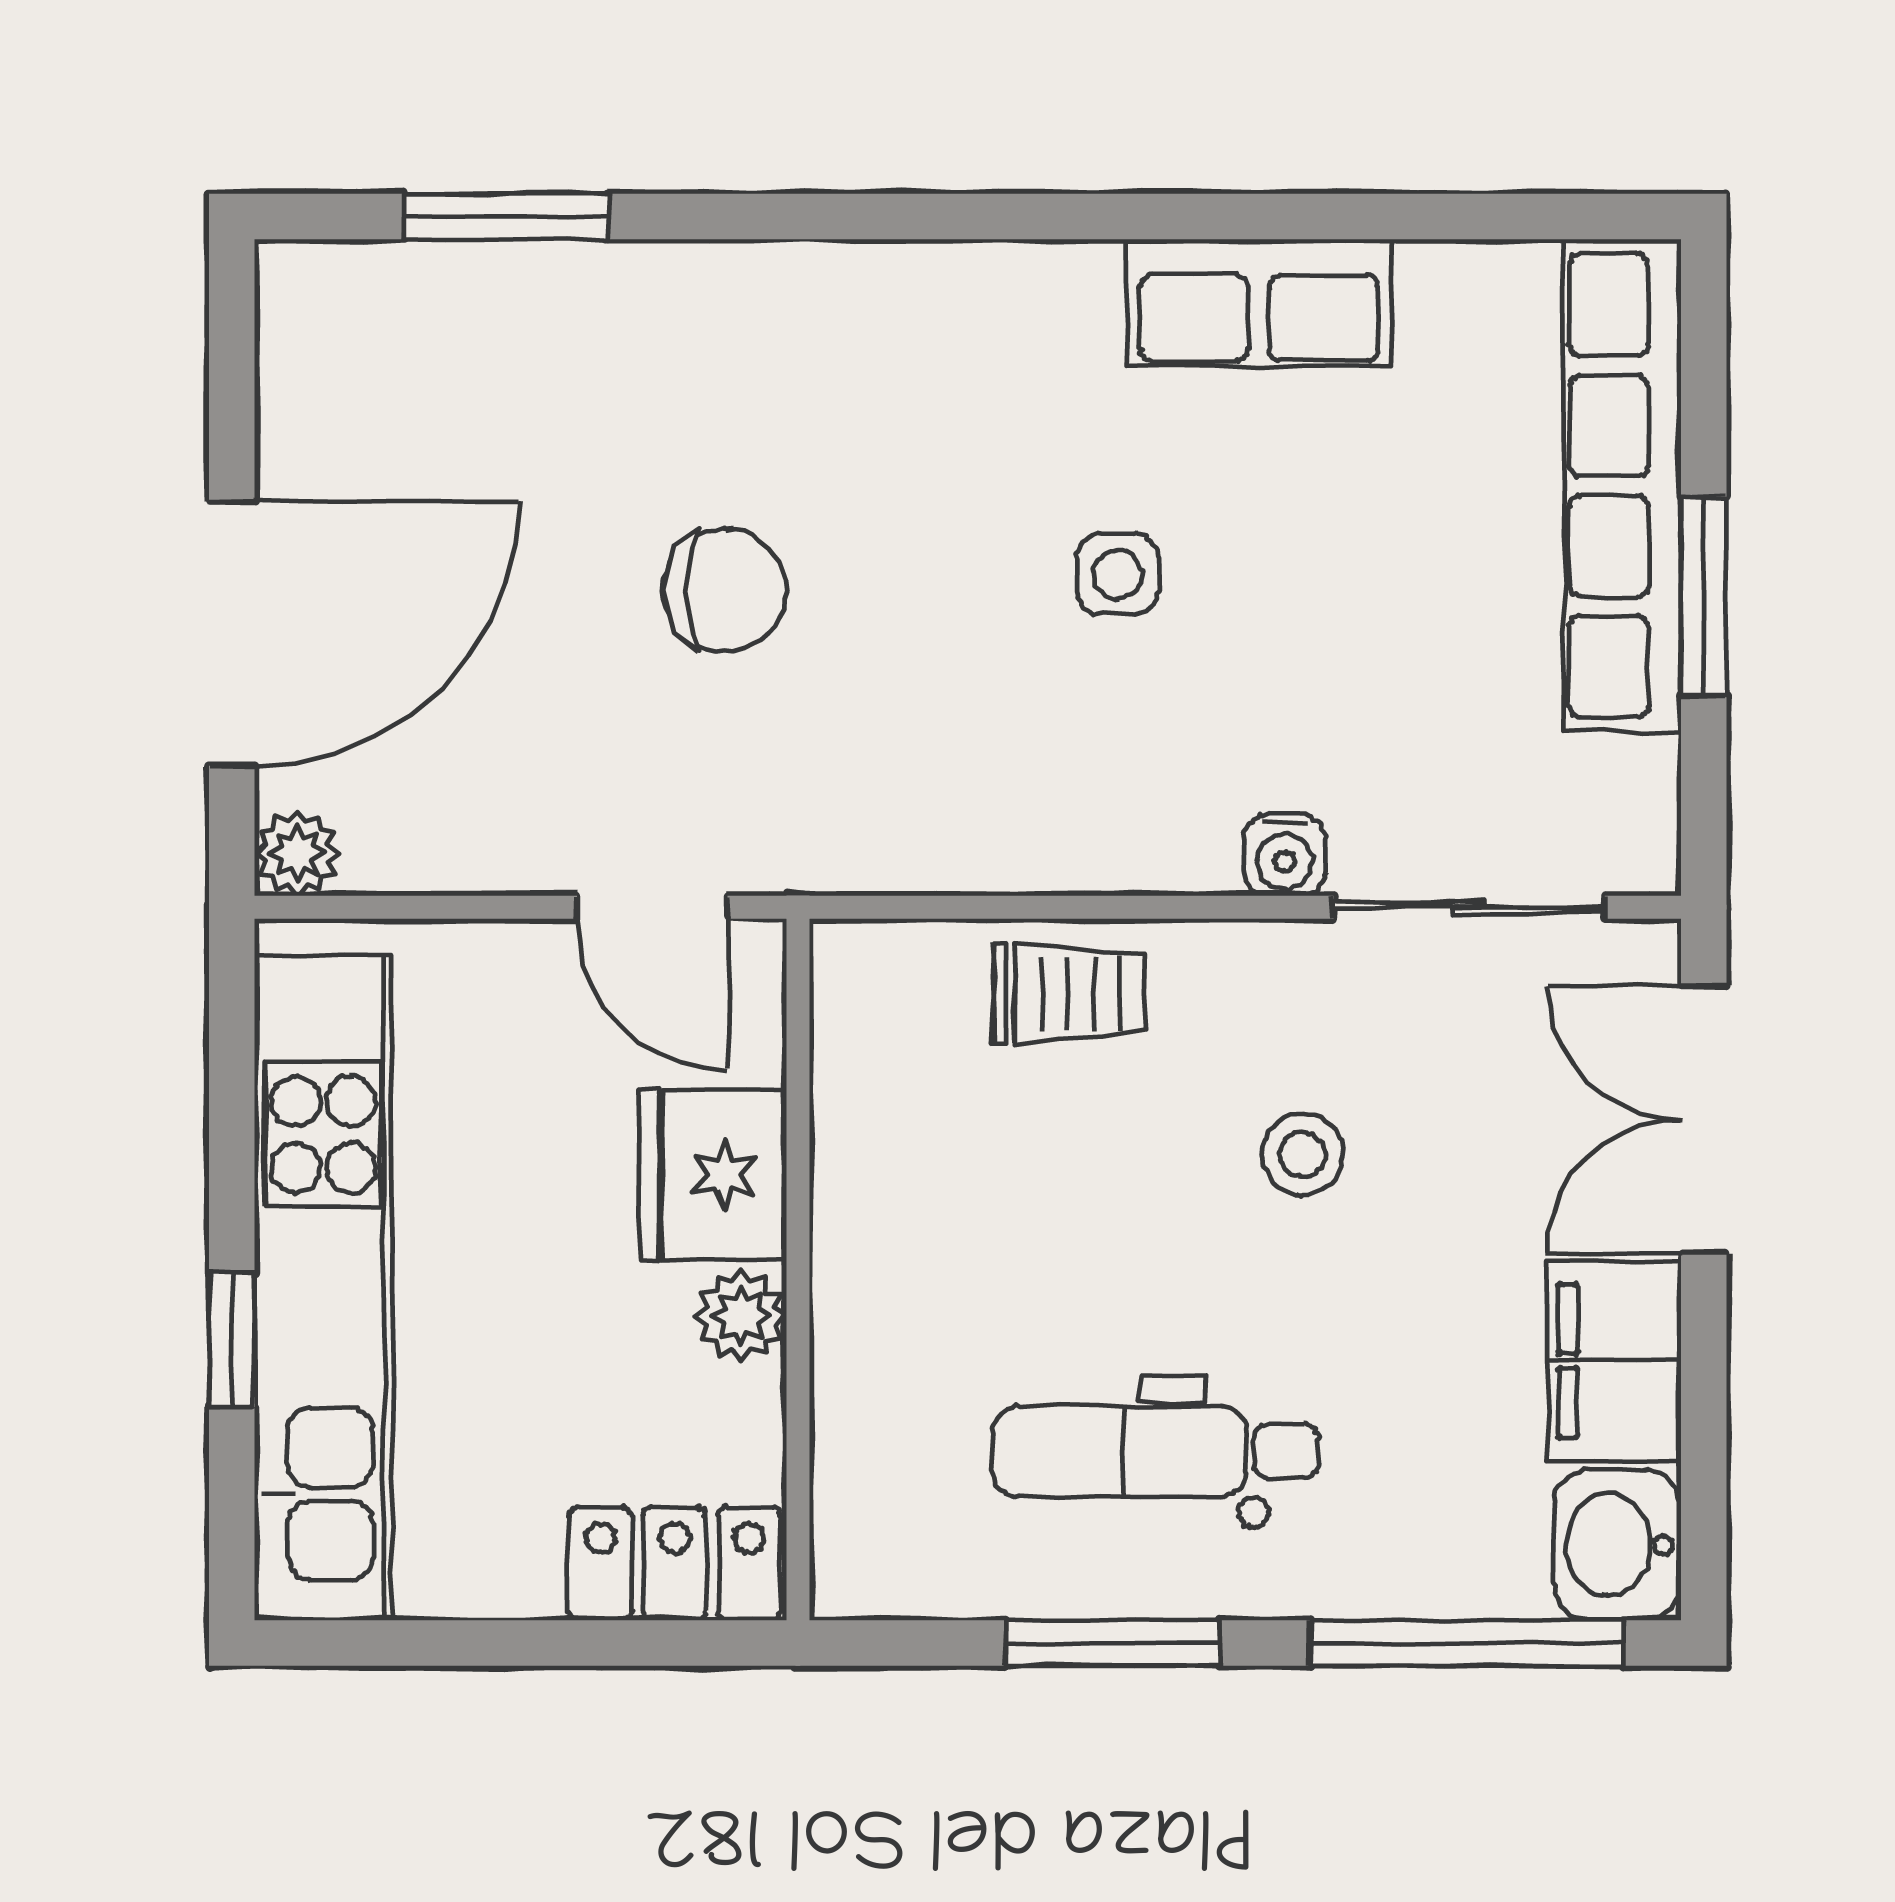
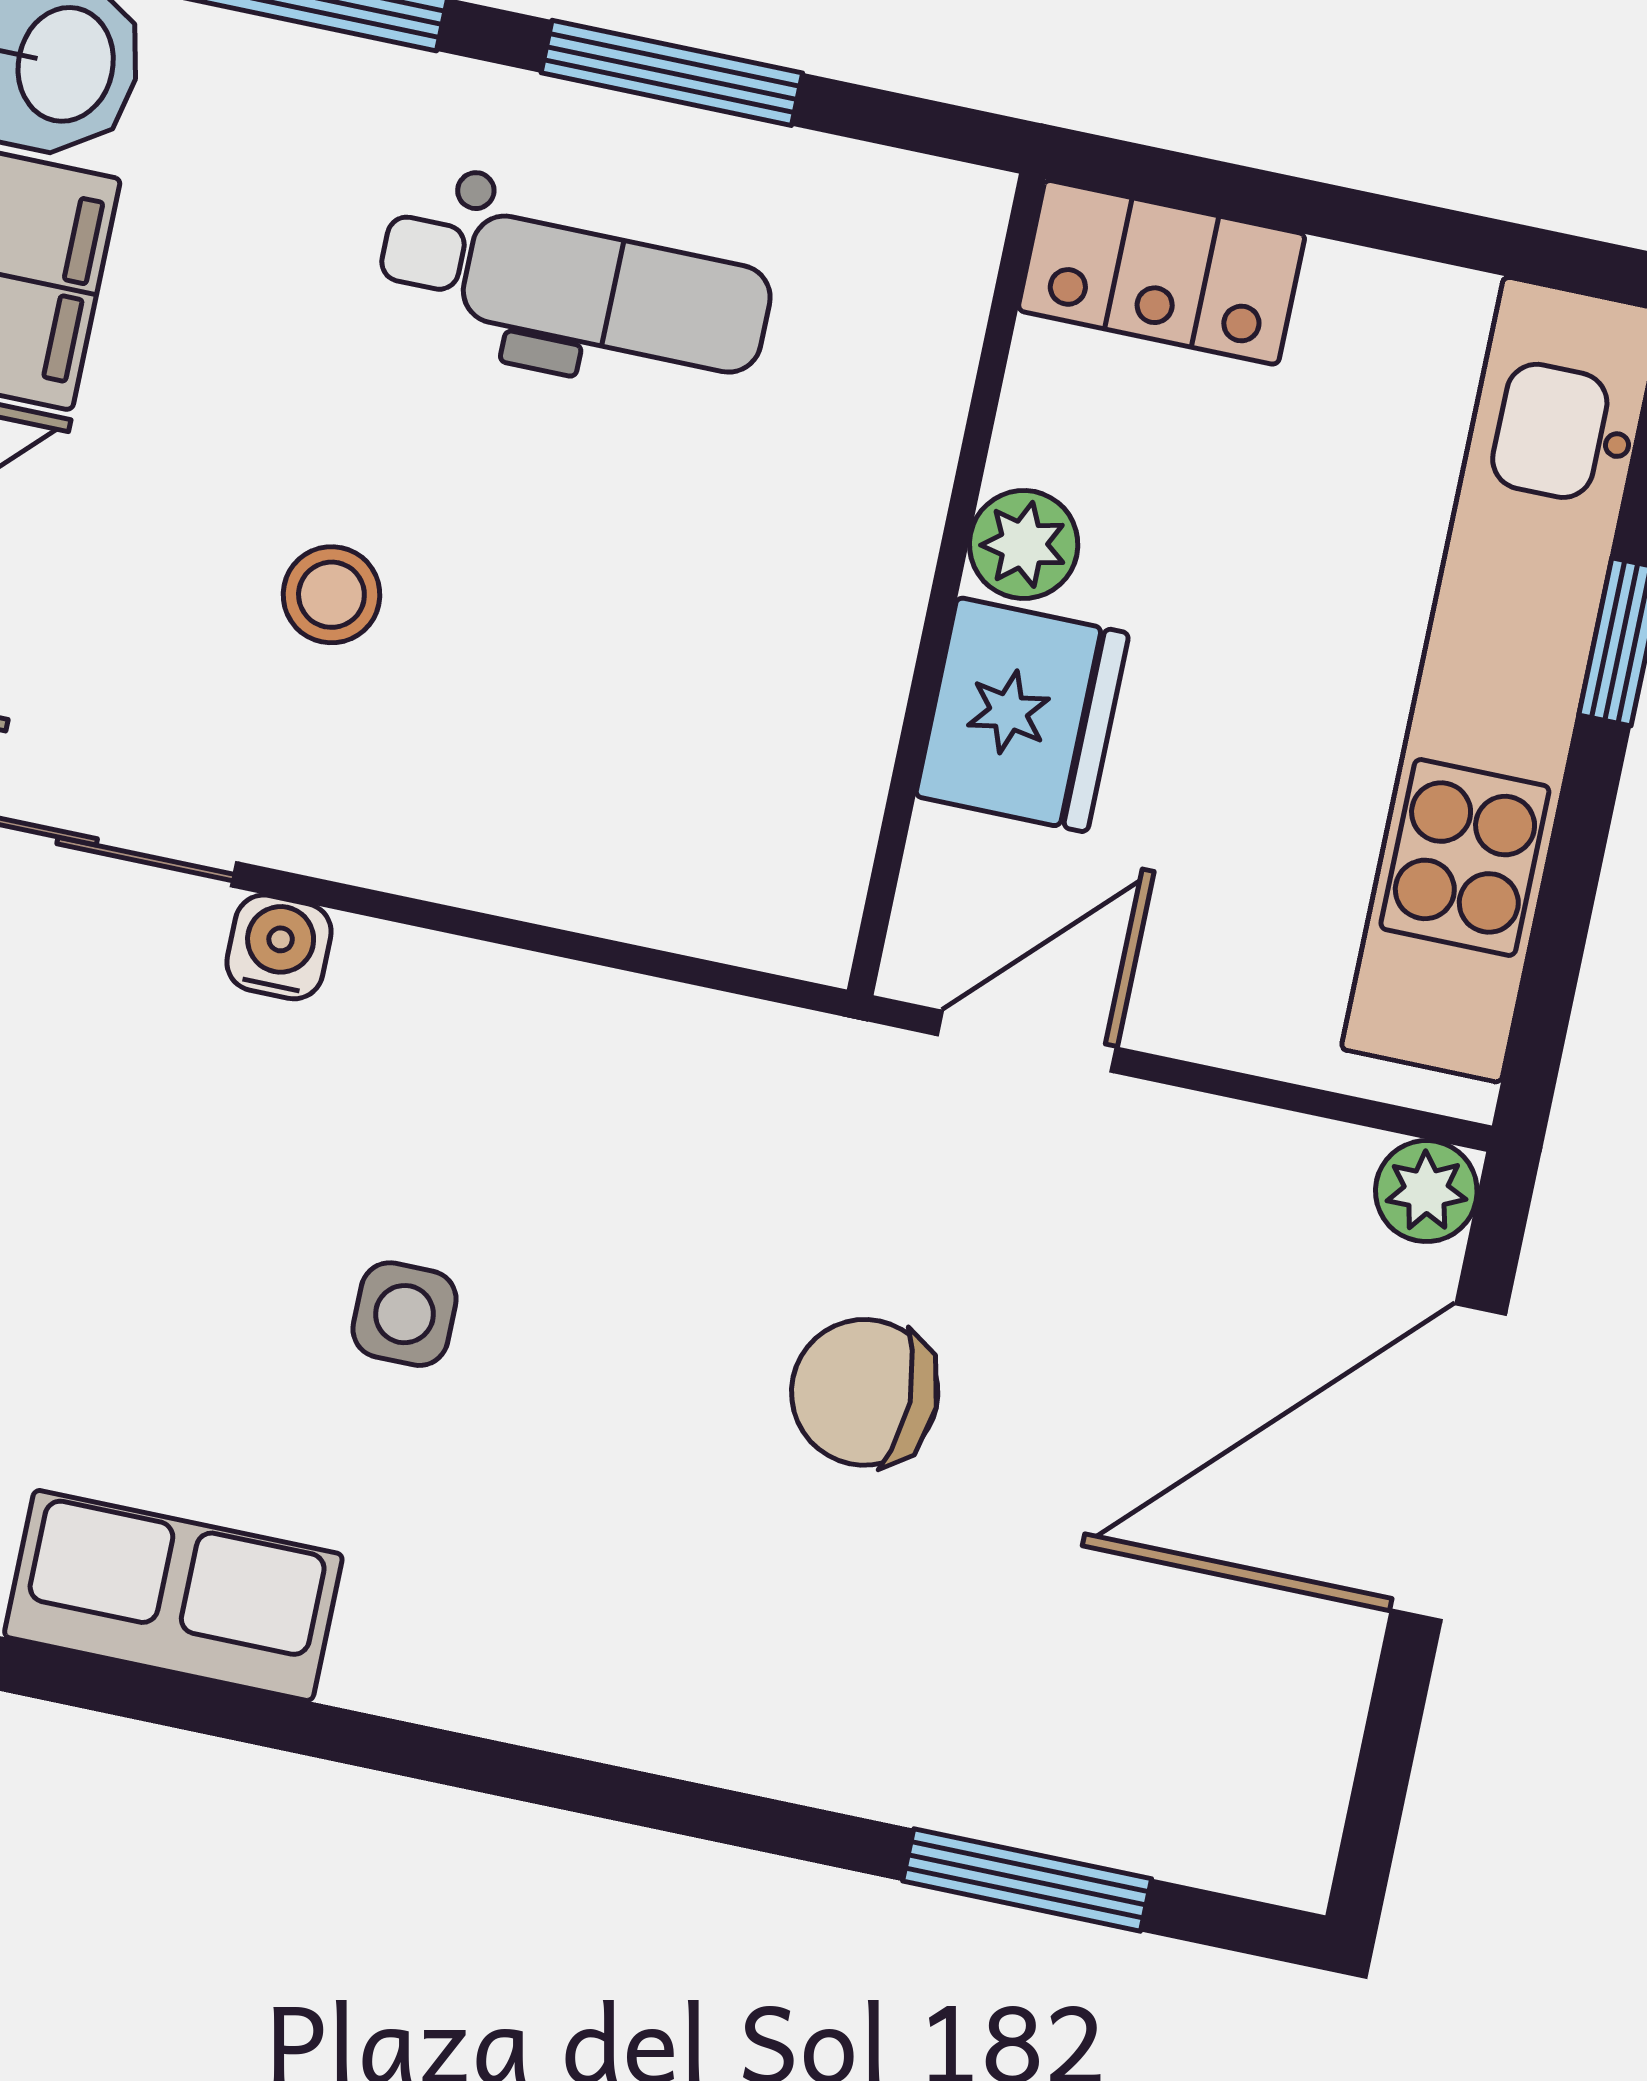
door: (652, 907) -> (1027, 1041), hinge flipped
trolley: (1070, 993) -> (562, 839), removed

